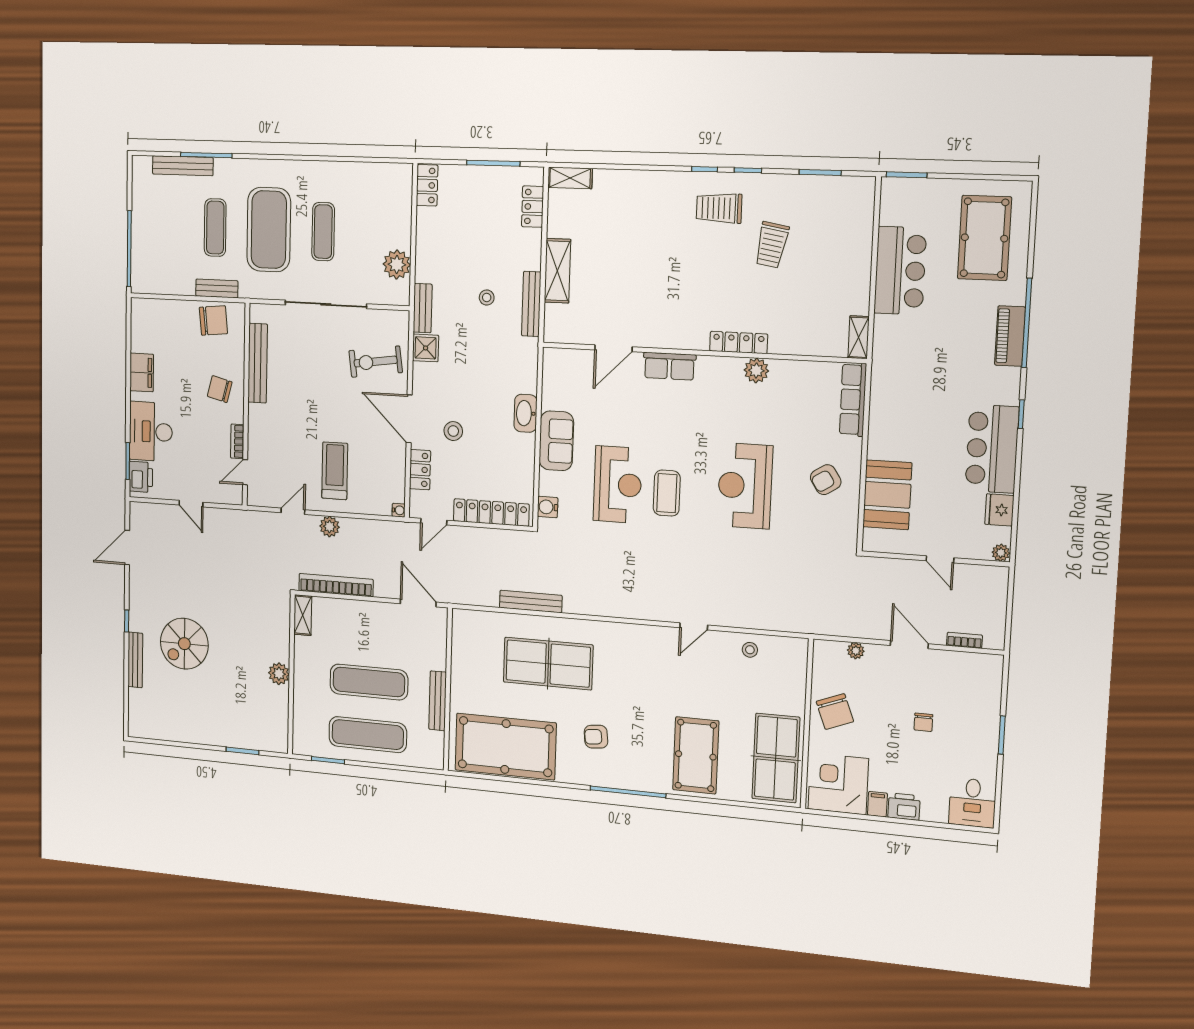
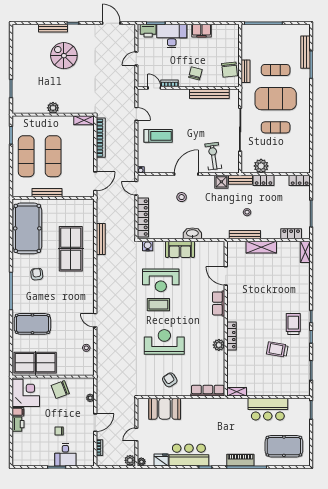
locker: (420, 470) -> (264, 180), moved
plant: (330, 527) -> (130, 460), moved
desk: (972, 803) -> (65, 455), moved, turned -90

